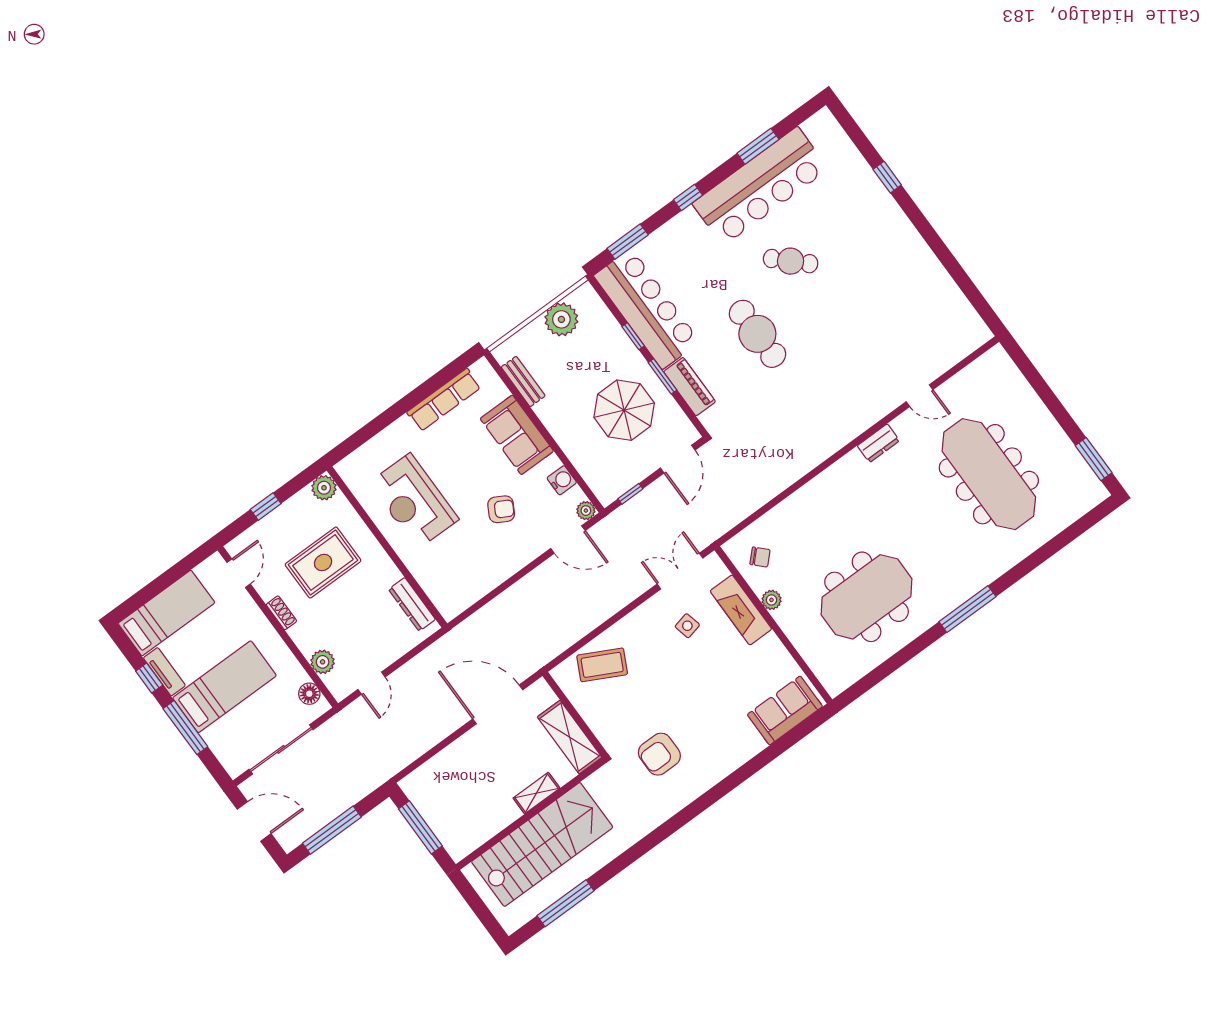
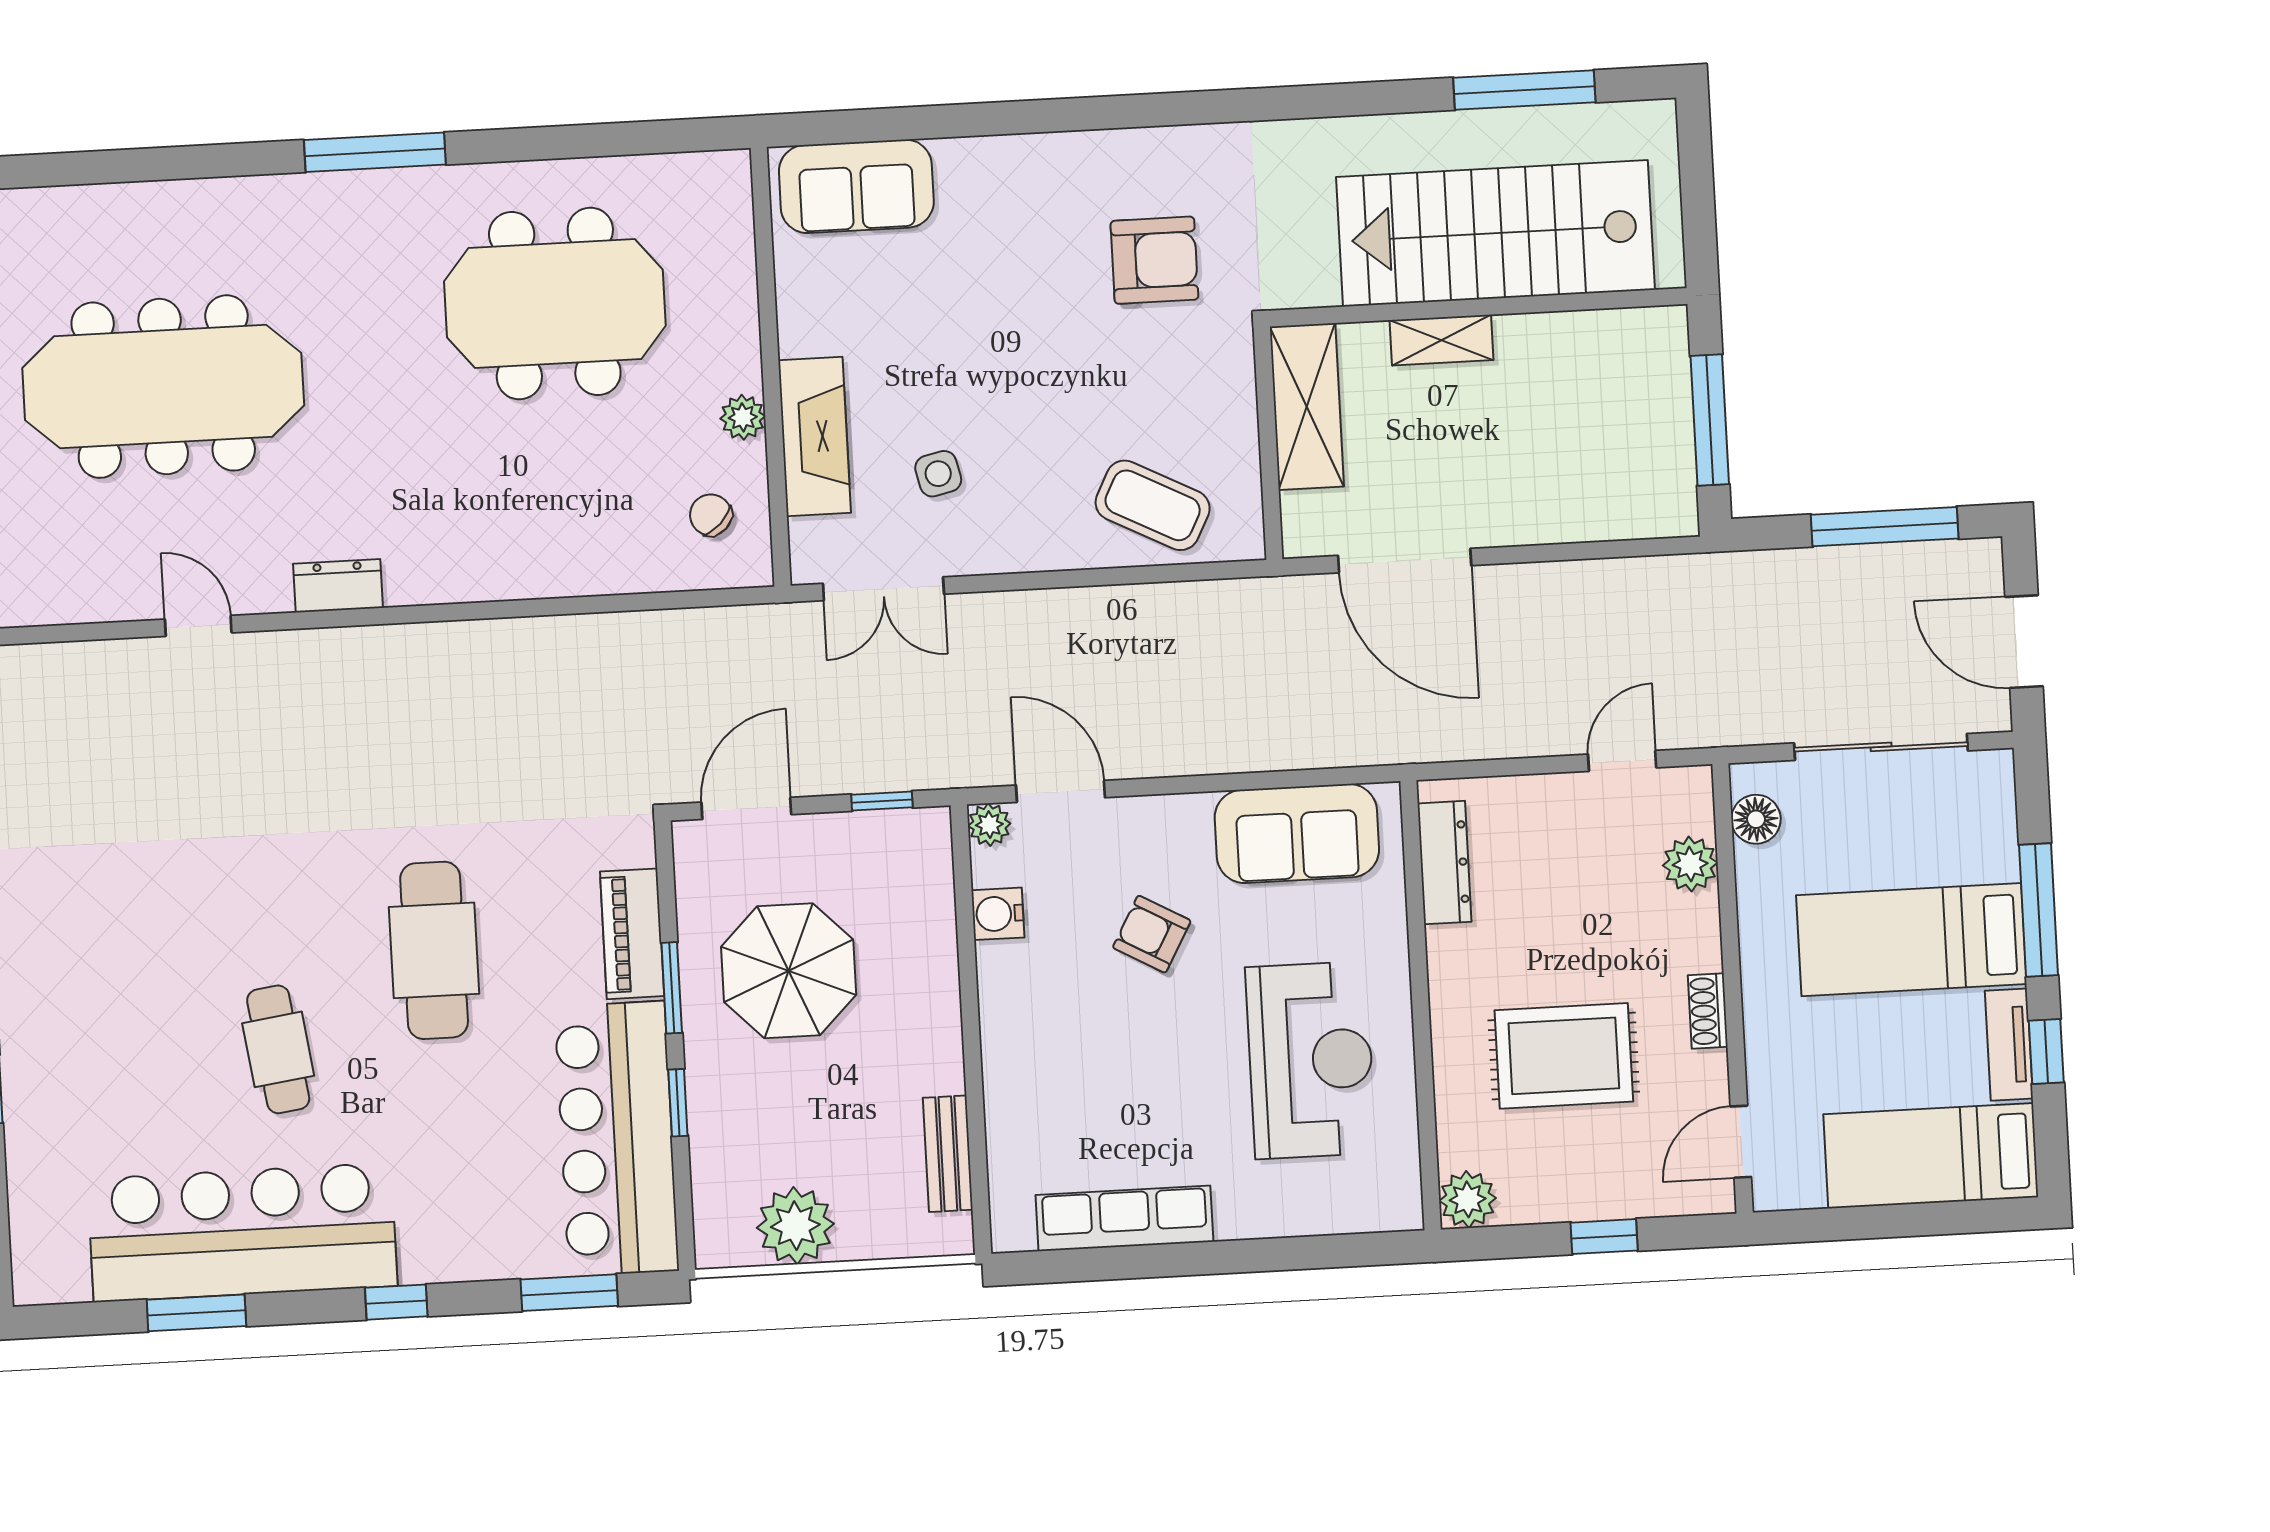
cafe table: (791, 261) -> (278, 1049), turned 38
sofa: (517, 435) -> (1297, 833), moved, turned 90
meeting table: (989, 474) -> (163, 387), turned 90

